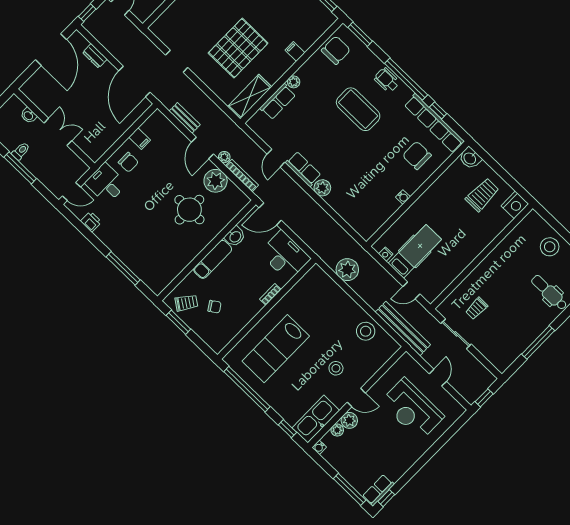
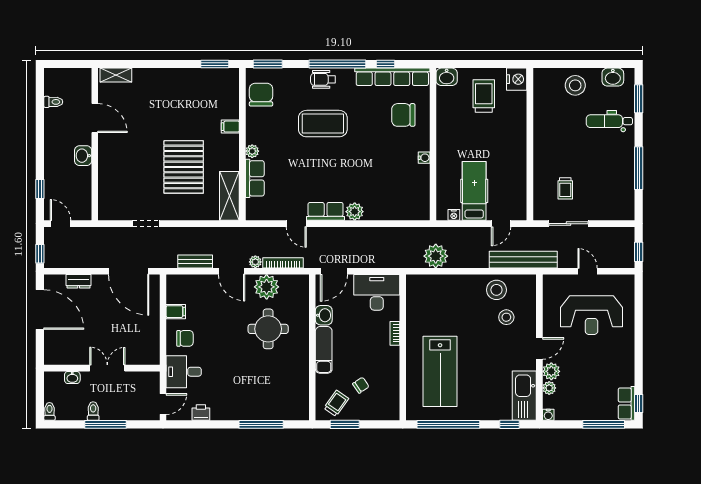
stool: (336, 368) -> (506, 317), moved

